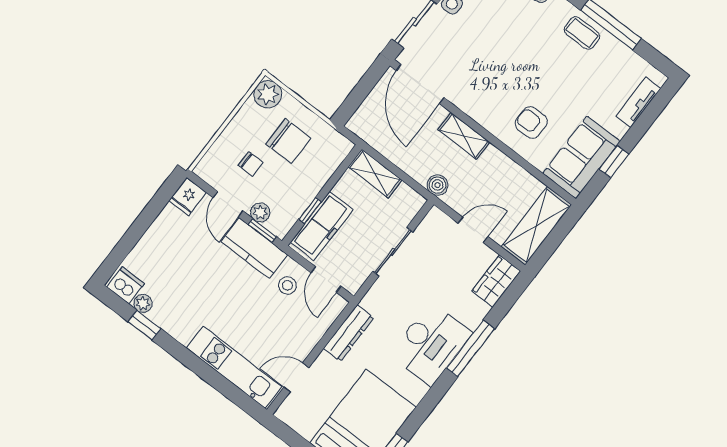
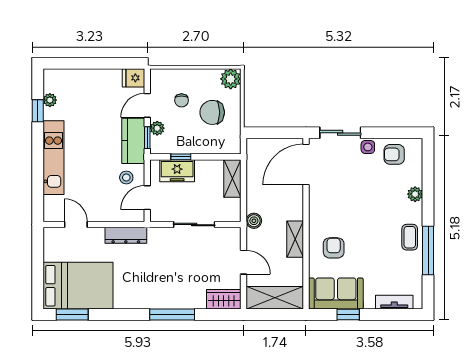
shelving: (464, 136) -> (295, 239), moved
chair: (288, 141) -> (212, 112), turned 90
freezer: (322, 226) -> (177, 171), width x0.71
dishwasher: (126, 285) -> (53, 82), removed
desk: (431, 344) -> (157, 289), removed
kitchen unit: (234, 367) -> (54, 158), moved

